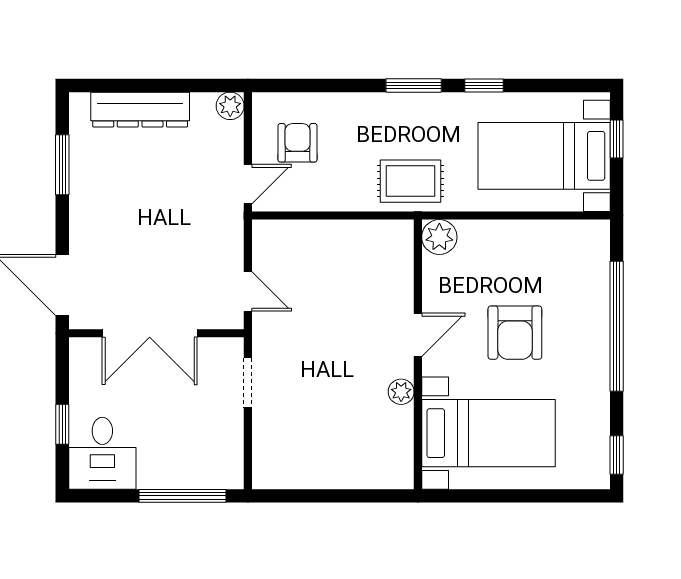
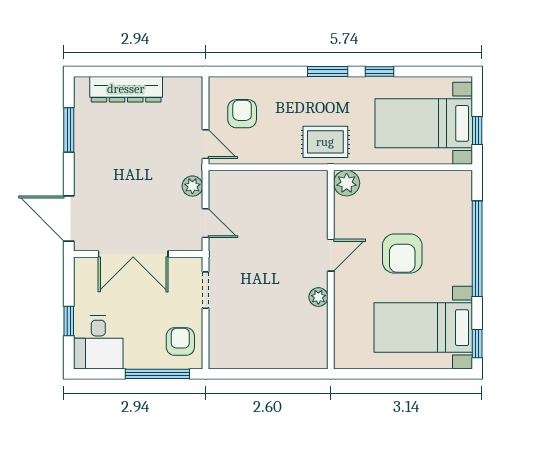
plant: (230, 106) -> (192, 186), moved
window: (617, 139) -> (477, 130), moved
door: (248, 184) -> (206, 144), hinge flipped
bed with nightstands: (488, 433) -> (423, 328), moved, turned 180
armchair: (214, 452) -> (180, 342), added

